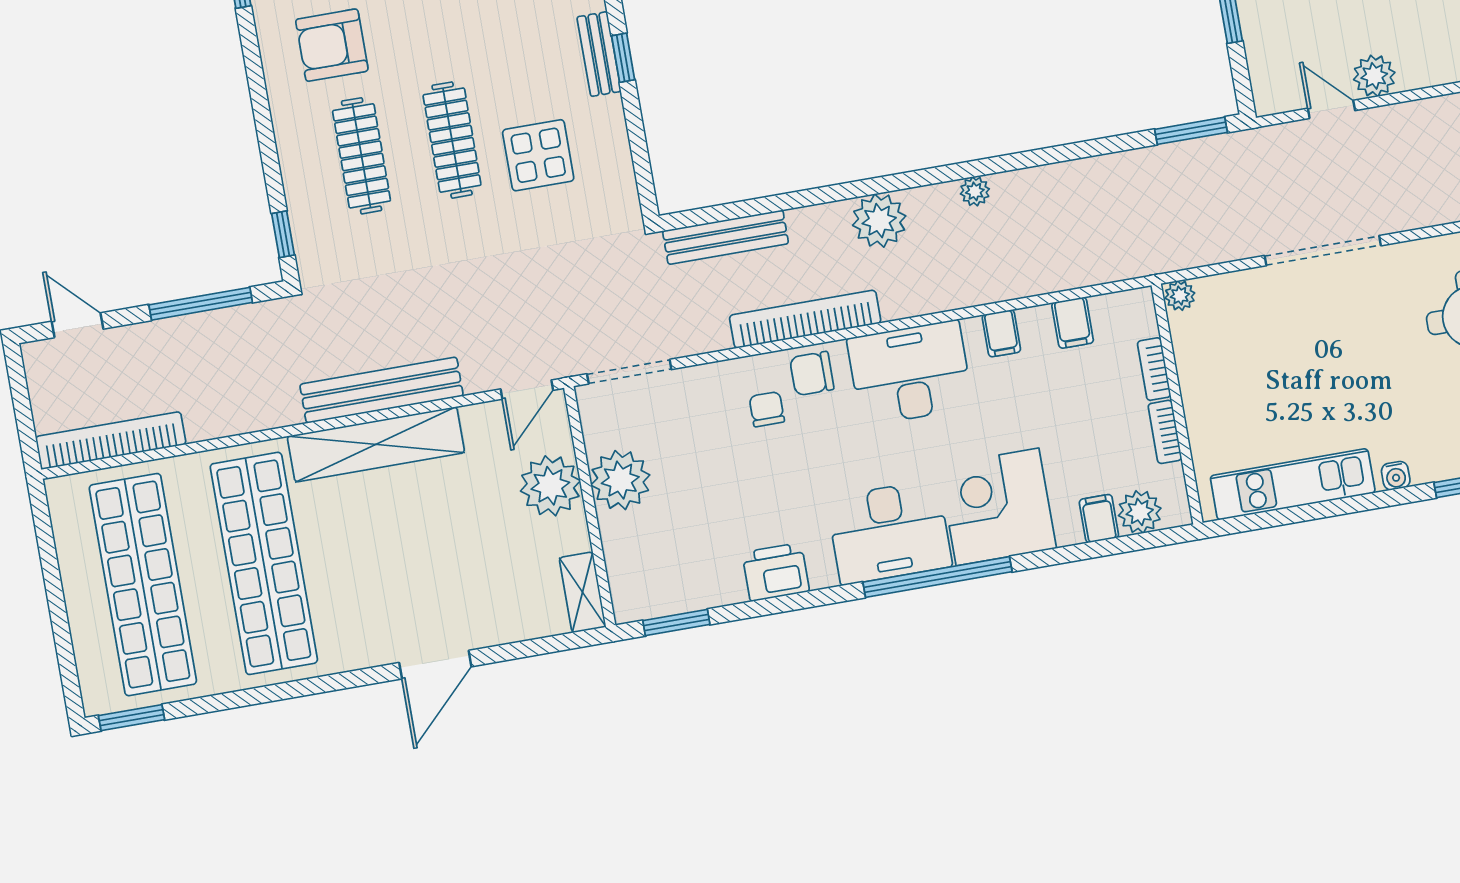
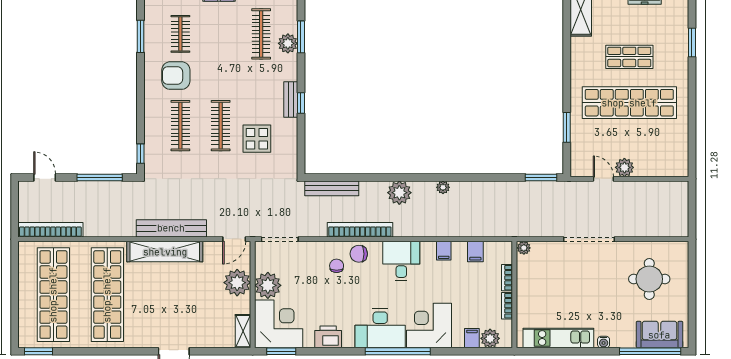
desk: (910, 373) -> (401, 261), width x0.73
corner desk: (660, 562) -> (279, 324), added

